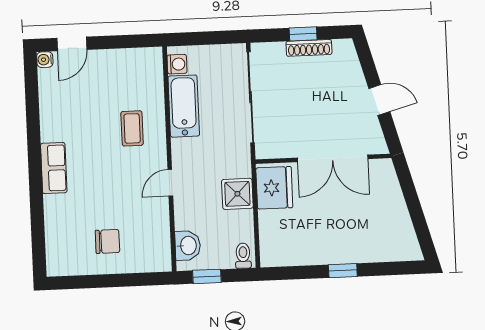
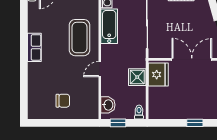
coffee table: (132, 128) -> (79, 38), width x1.86, depth x1.72
double door: (333, 158) -> (192, 59), swing flipped
row of seats: (54, 168) -> (34, 47), moved

